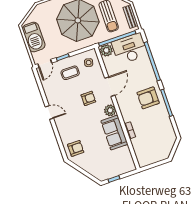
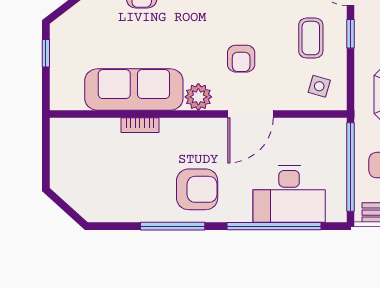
desk: (130, 49) -> (289, 194), moved, turned 90
plant: (106, 50) -> (332, 134), removed
door: (110, 87) -> (250, 114), hinge flipped
armchair: (148, 98) -> (197, 189), turned 90
sofa: (114, 133) -> (134, 90), width x1.36

